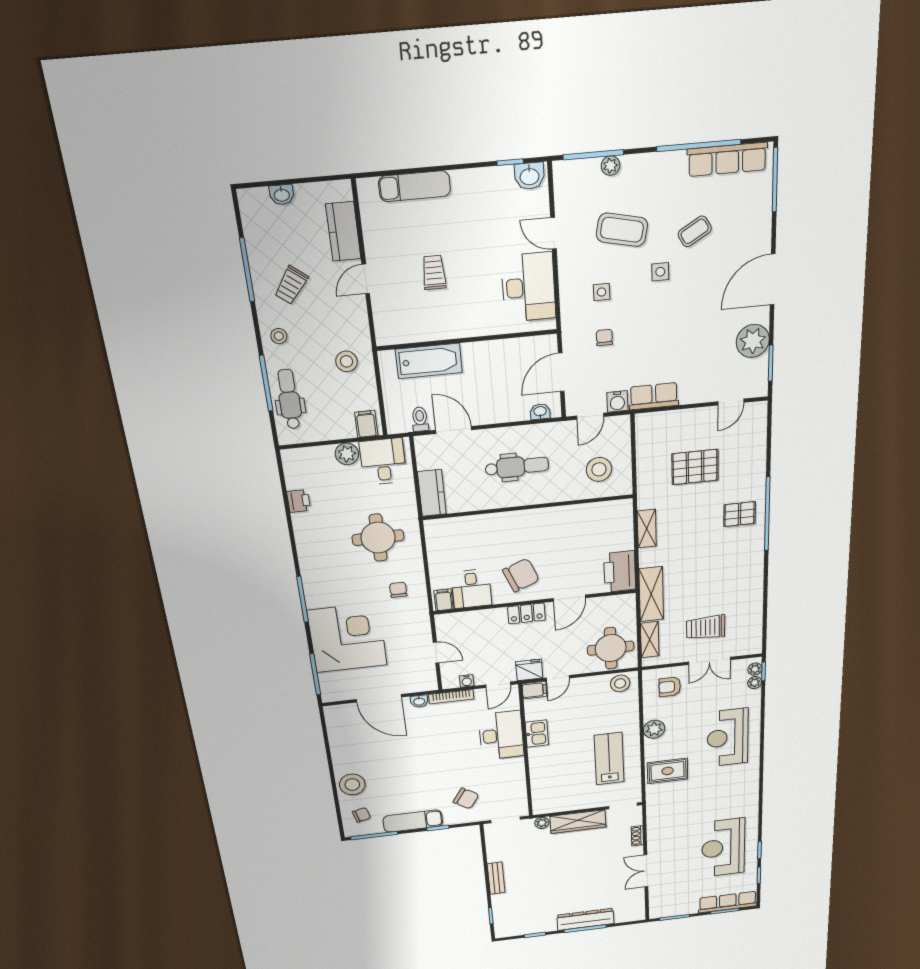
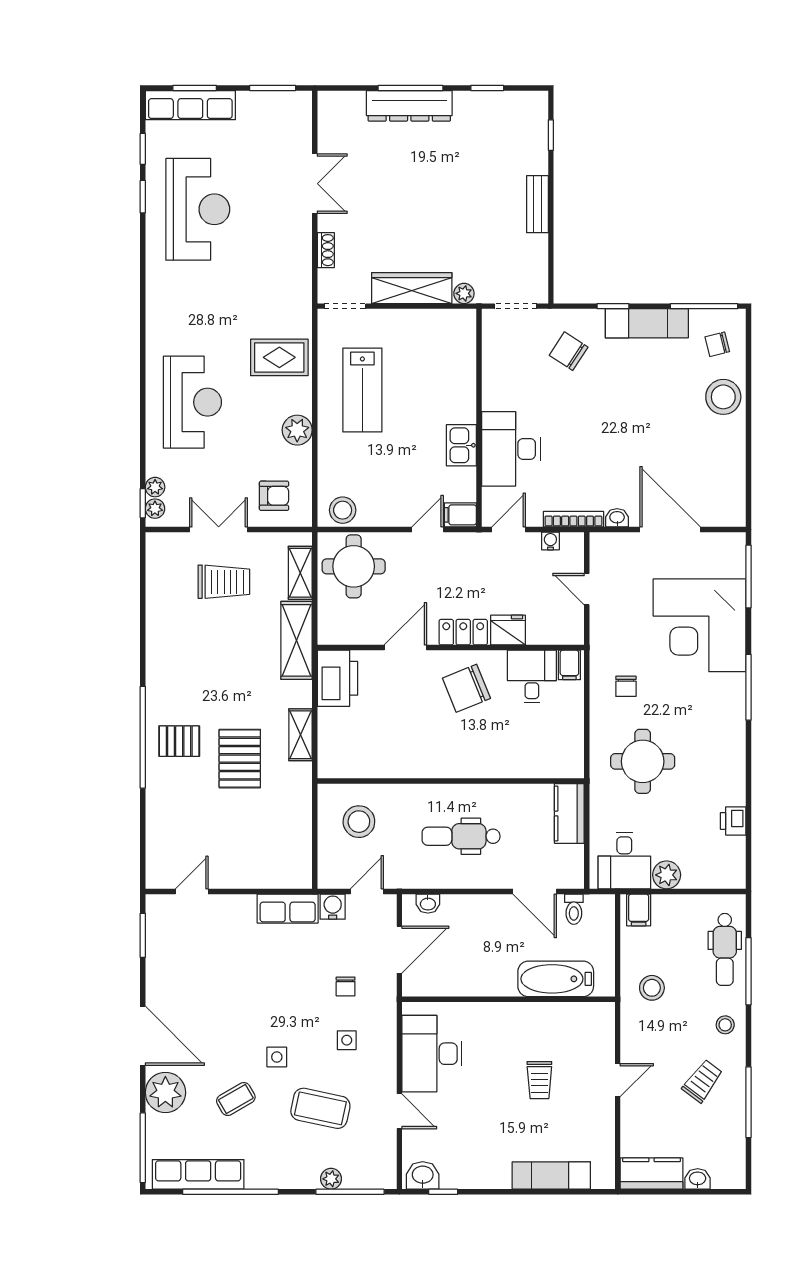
kitchen counter: (343, 231) -> (651, 1174), moved, turned -90
door: (773, 280) -> (143, 1036), hinge flipped
plant: (753, 341) -> (165, 1092), moved
pallet: (695, 467) -> (240, 759), moved, turned 90
fridge: (529, 670) -> (508, 630), moved, turned 180

